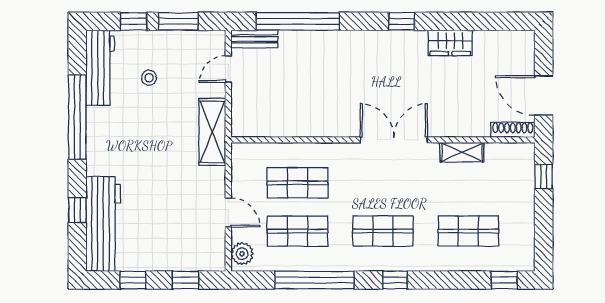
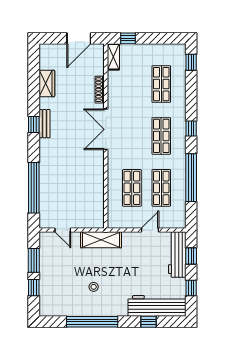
bench: (254, 39) -> (44, 124), moved
wardrobe: (450, 43) -> (47, 83), moved
workbench: (100, 68) -> (177, 254), moved, turned -90
stool: (149, 78) -> (94, 287), moved
shoe rack: (513, 130) -> (100, 90), moved
shelving: (462, 152) -> (113, 57), moved
plant: (242, 254) -> (175, 222), removed

